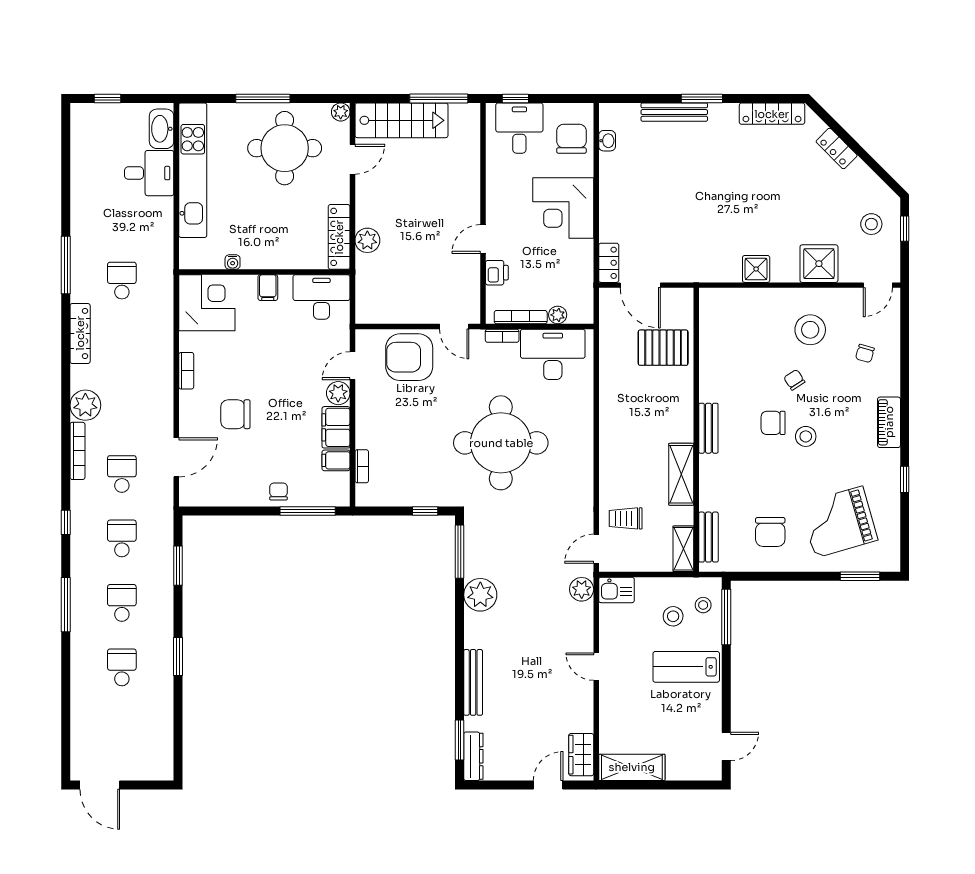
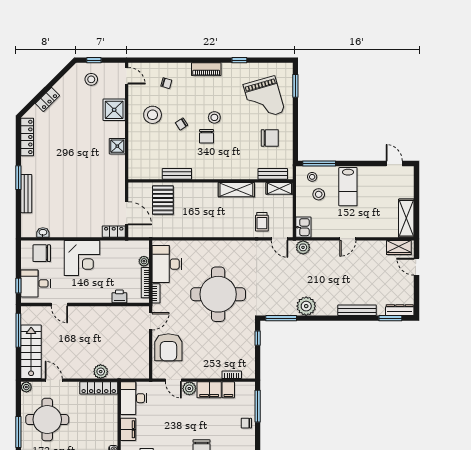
door: (483, 239) -> (59, 305), moved
door: (640, 285) -> (127, 213), hinge flipped
filing cabinet: (268, 288) -> (128, 429), width x2.00
bench: (708, 428) -> (177, 174), moved

